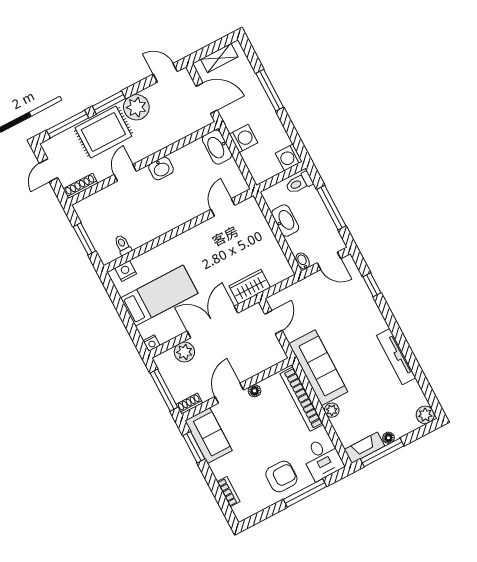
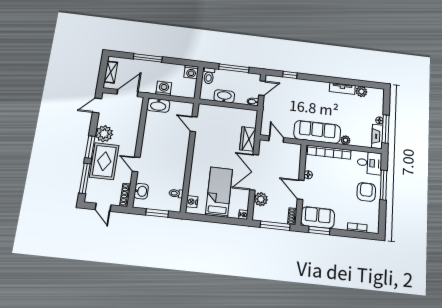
washbasin: (161, 168) -> (141, 191), moved
tv unit: (396, 357) -> (342, 88), width x0.71
plant: (425, 415) -> (361, 91), moved

